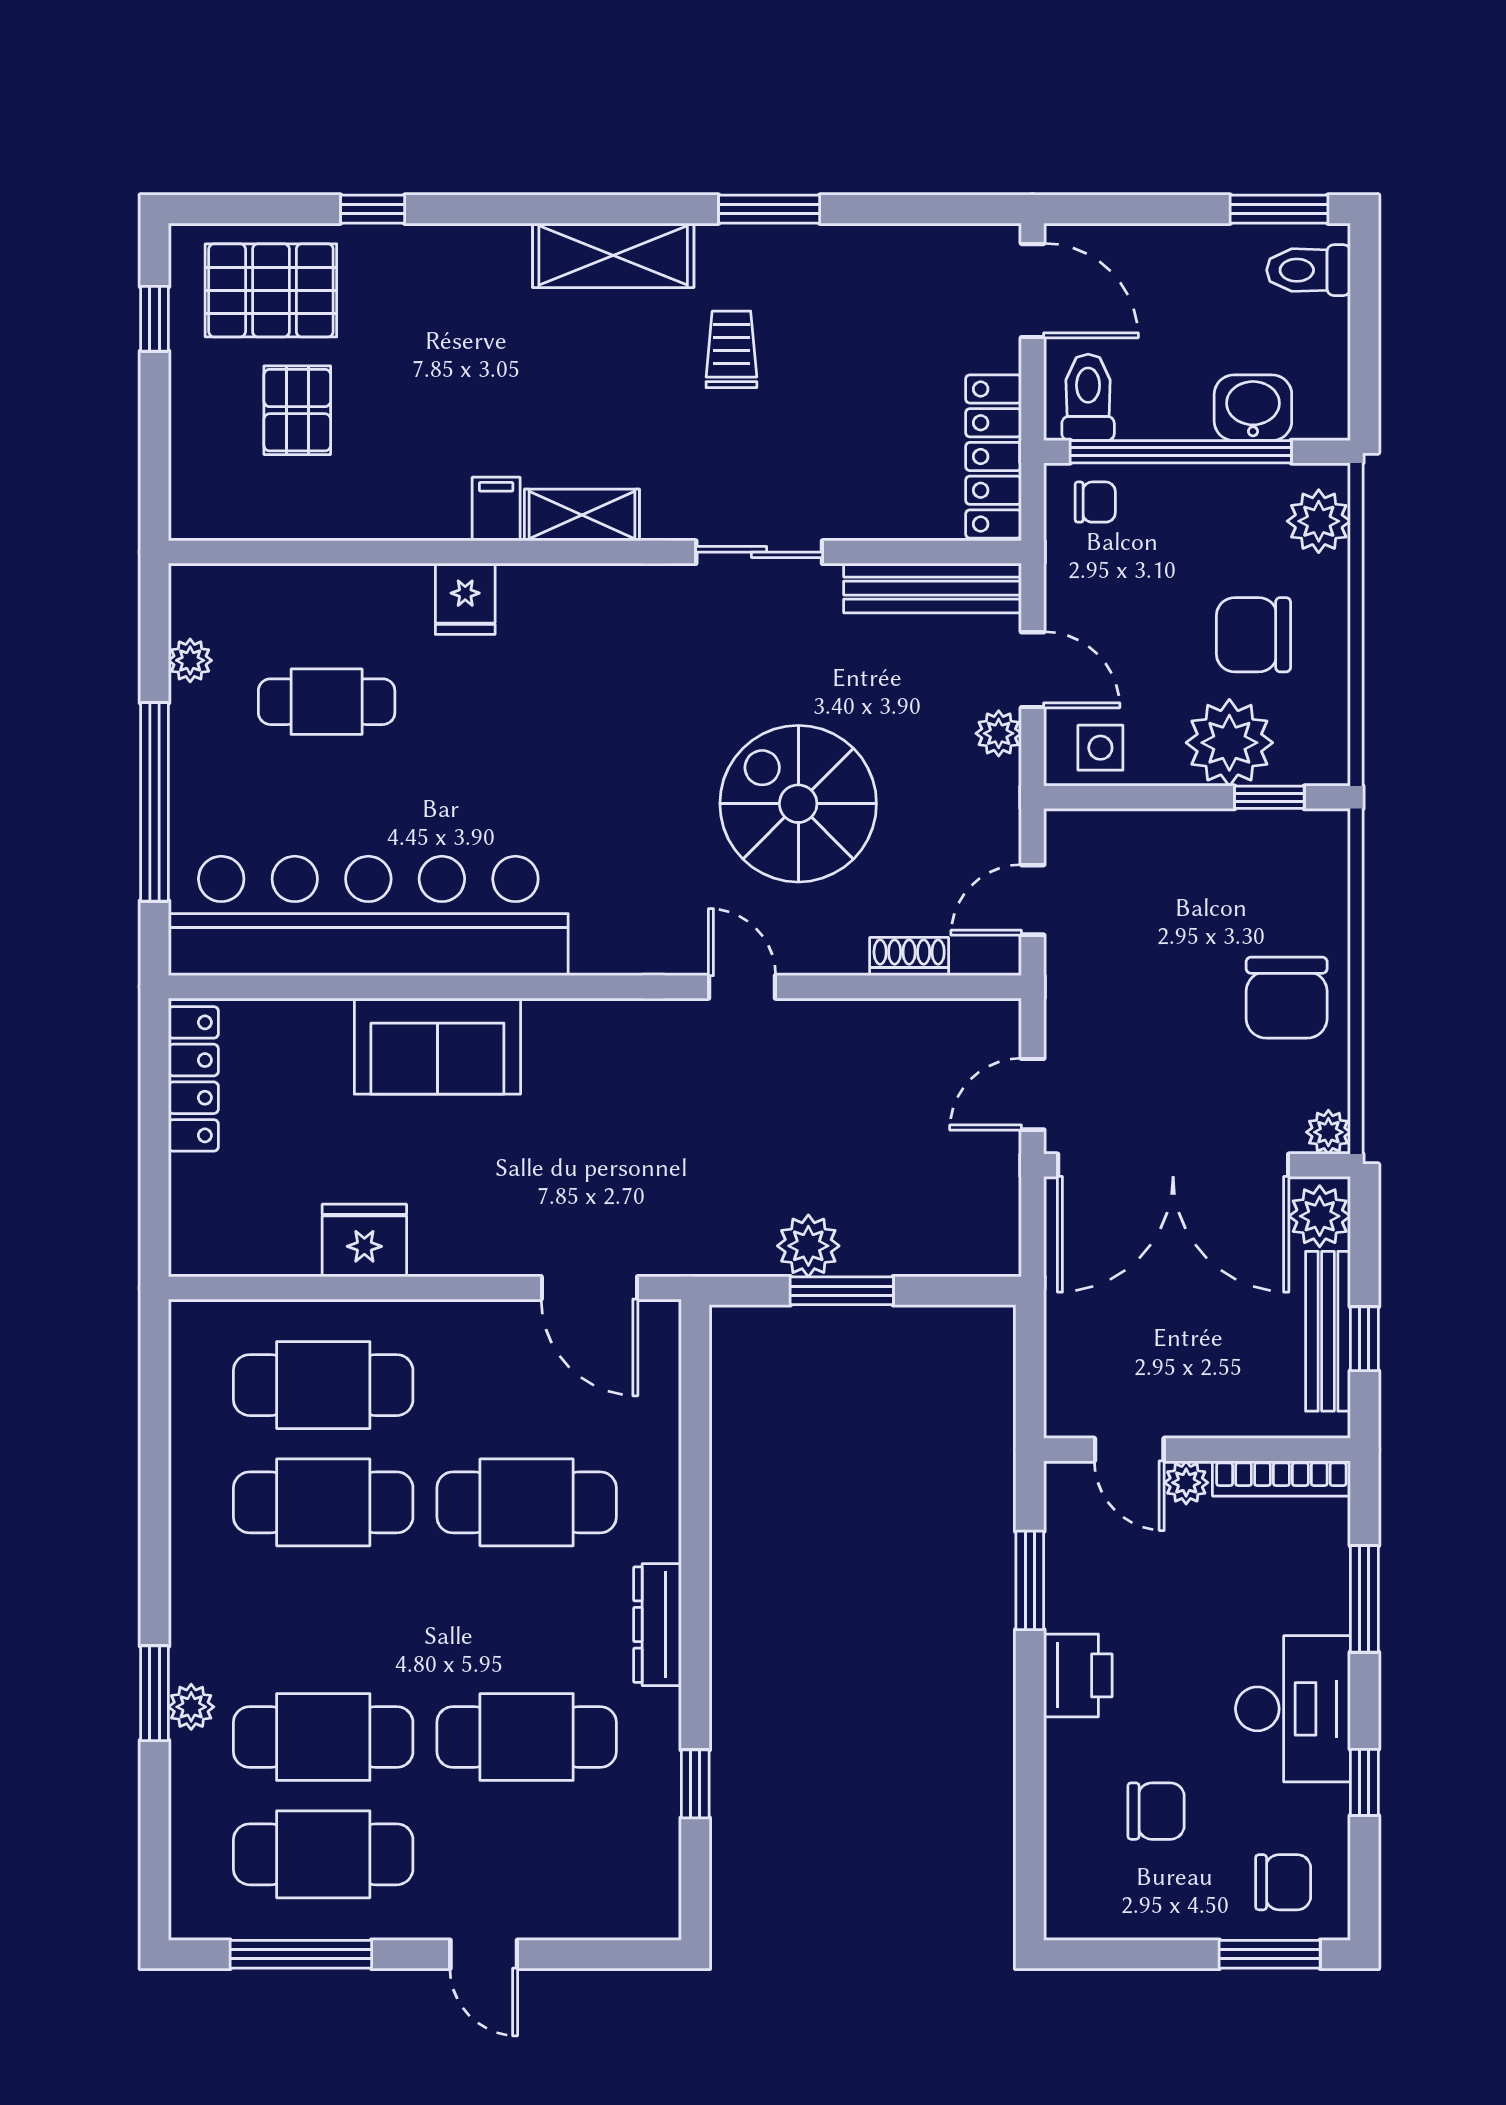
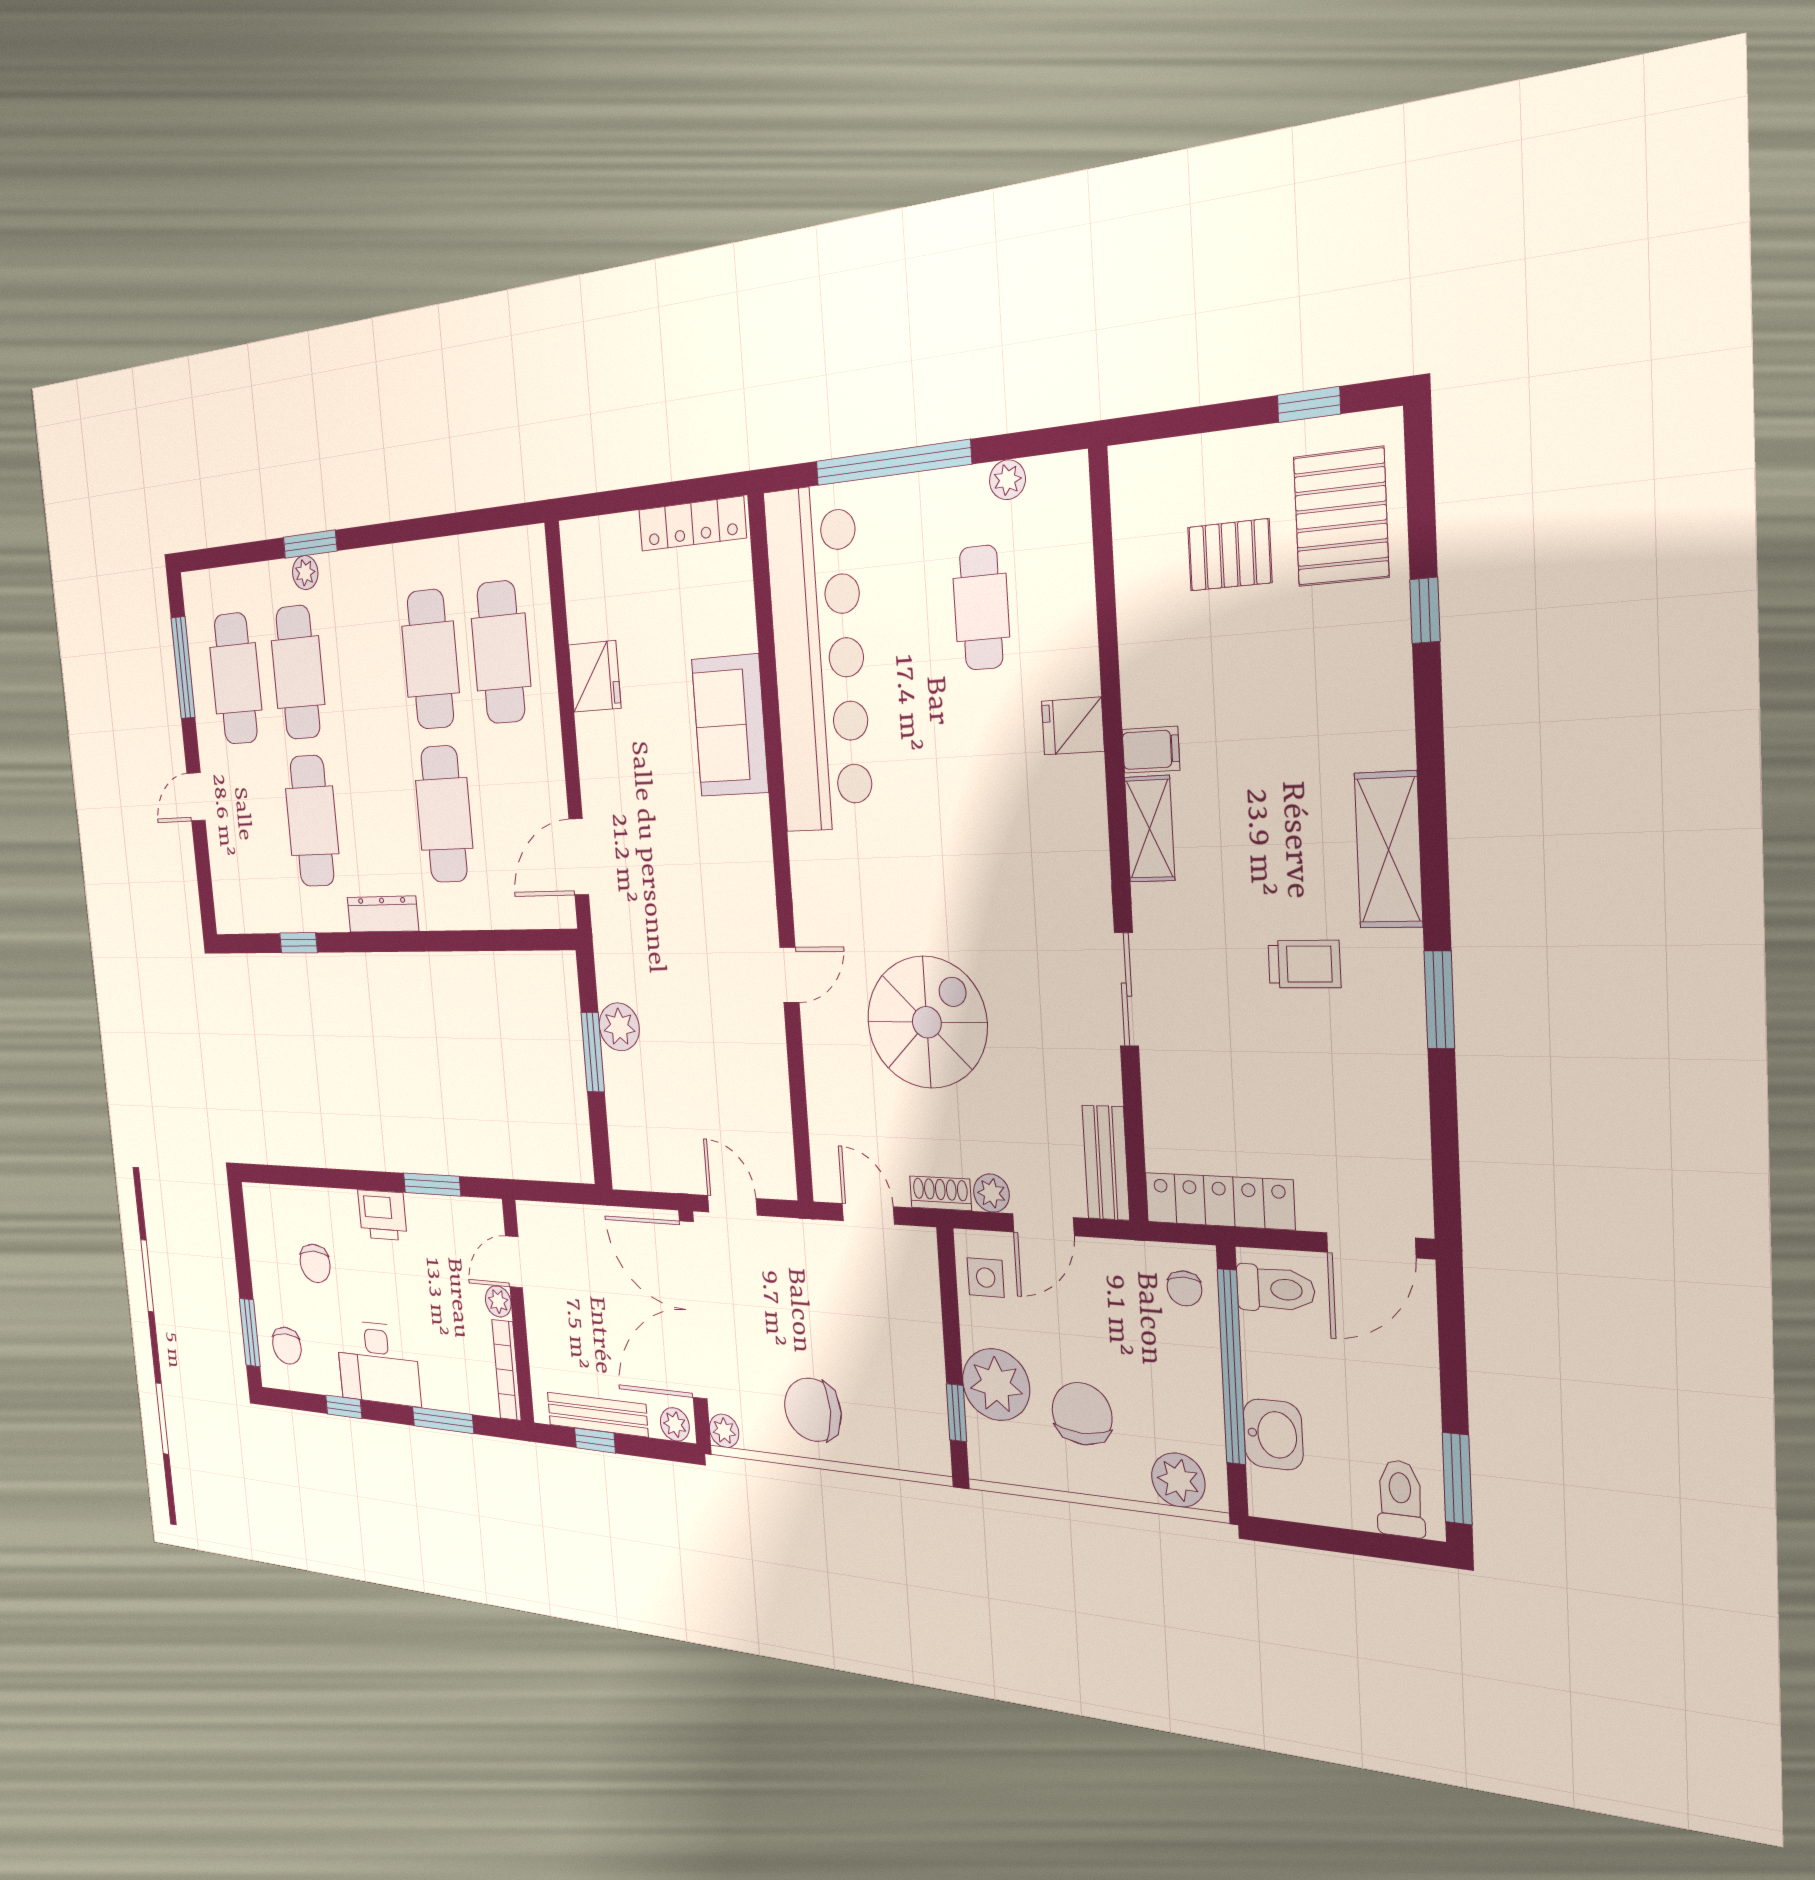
bench: (933, 588) -> (1106, 1163), width x0.73
shoe rack: (909, 957) -> (941, 1193), moved, turned -90
plant: (1320, 1216) -> (675, 1424), width x0.73, depth x0.73

